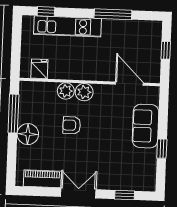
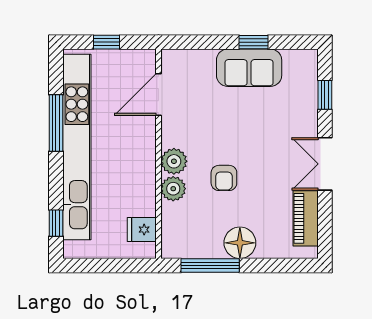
kitchen unit: (68, 26) -> (77, 147), width x1.86
sofa: (146, 126) -> (249, 68), moved

